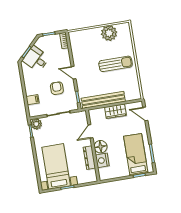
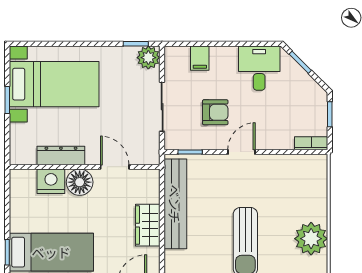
desk: (36, 59) -> (259, 68), moved, turned -45

